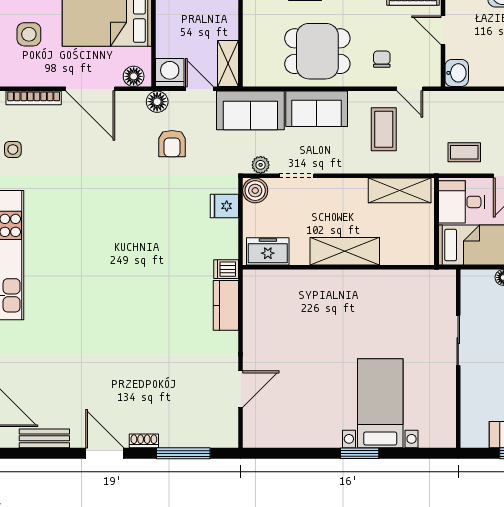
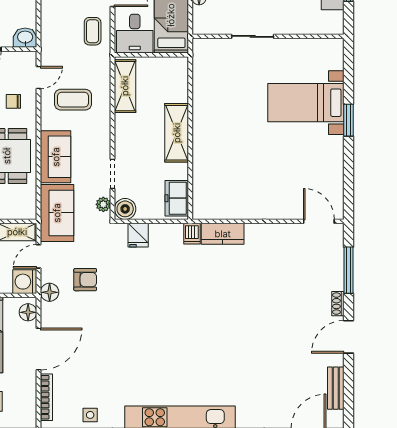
door: (241, 389) -> (319, 221), moved

